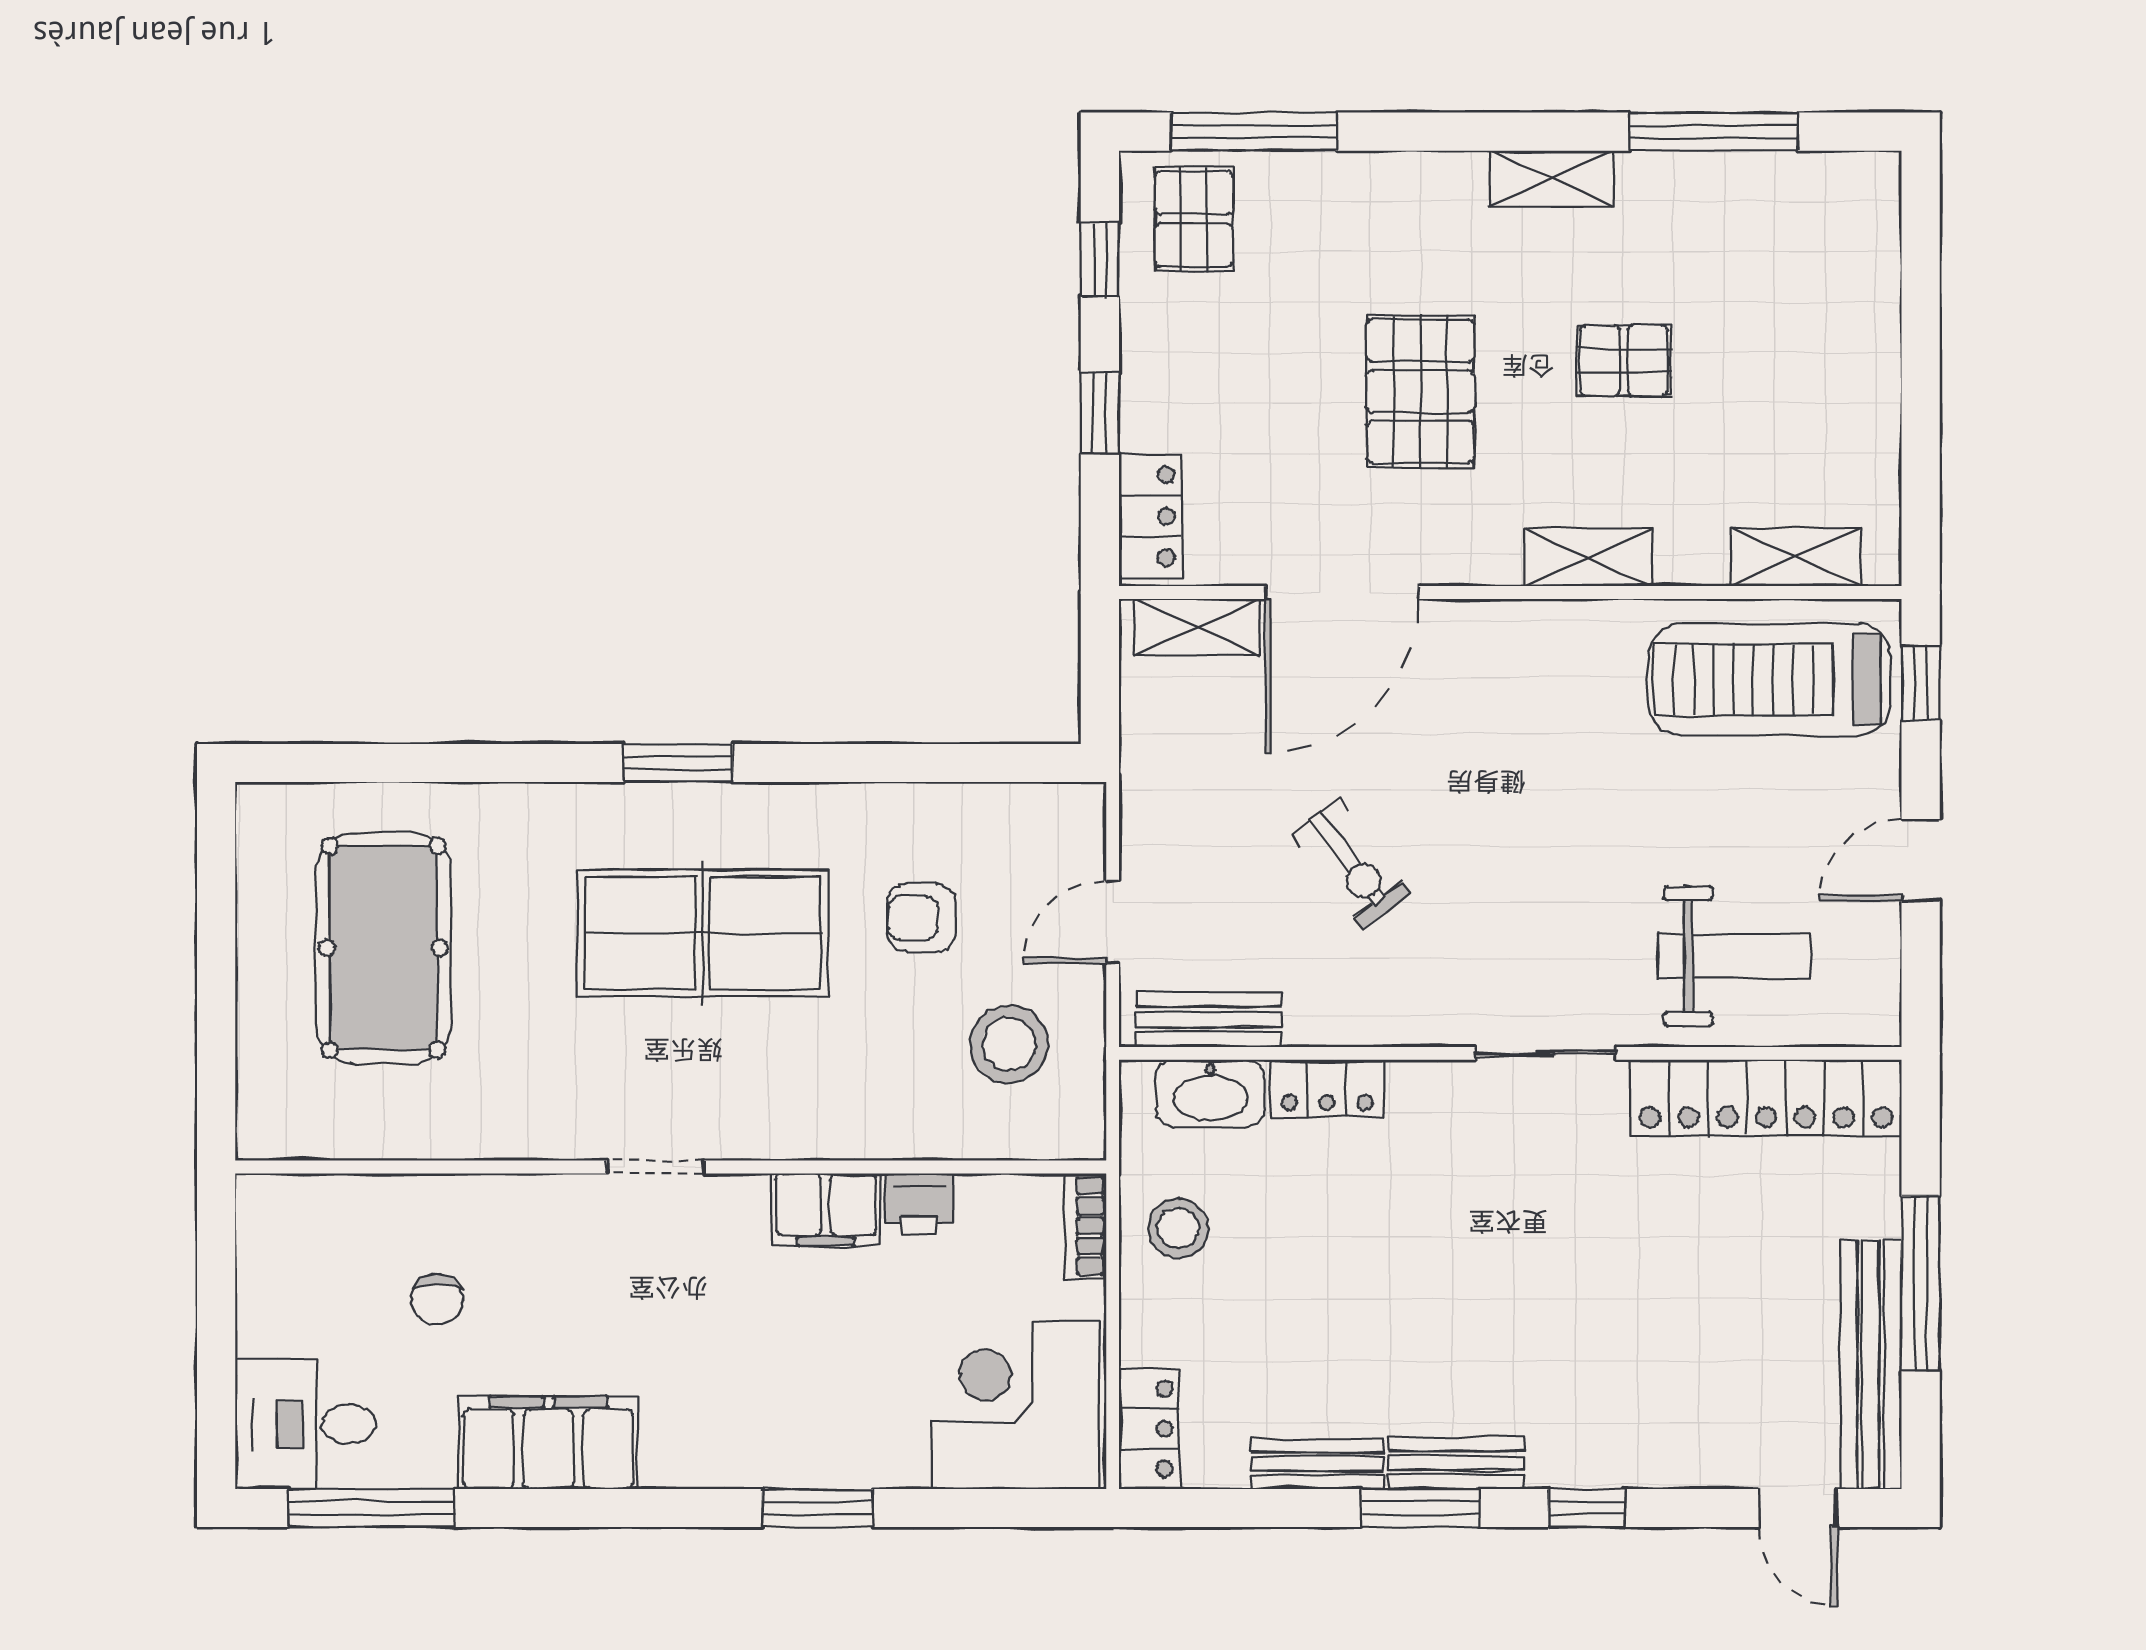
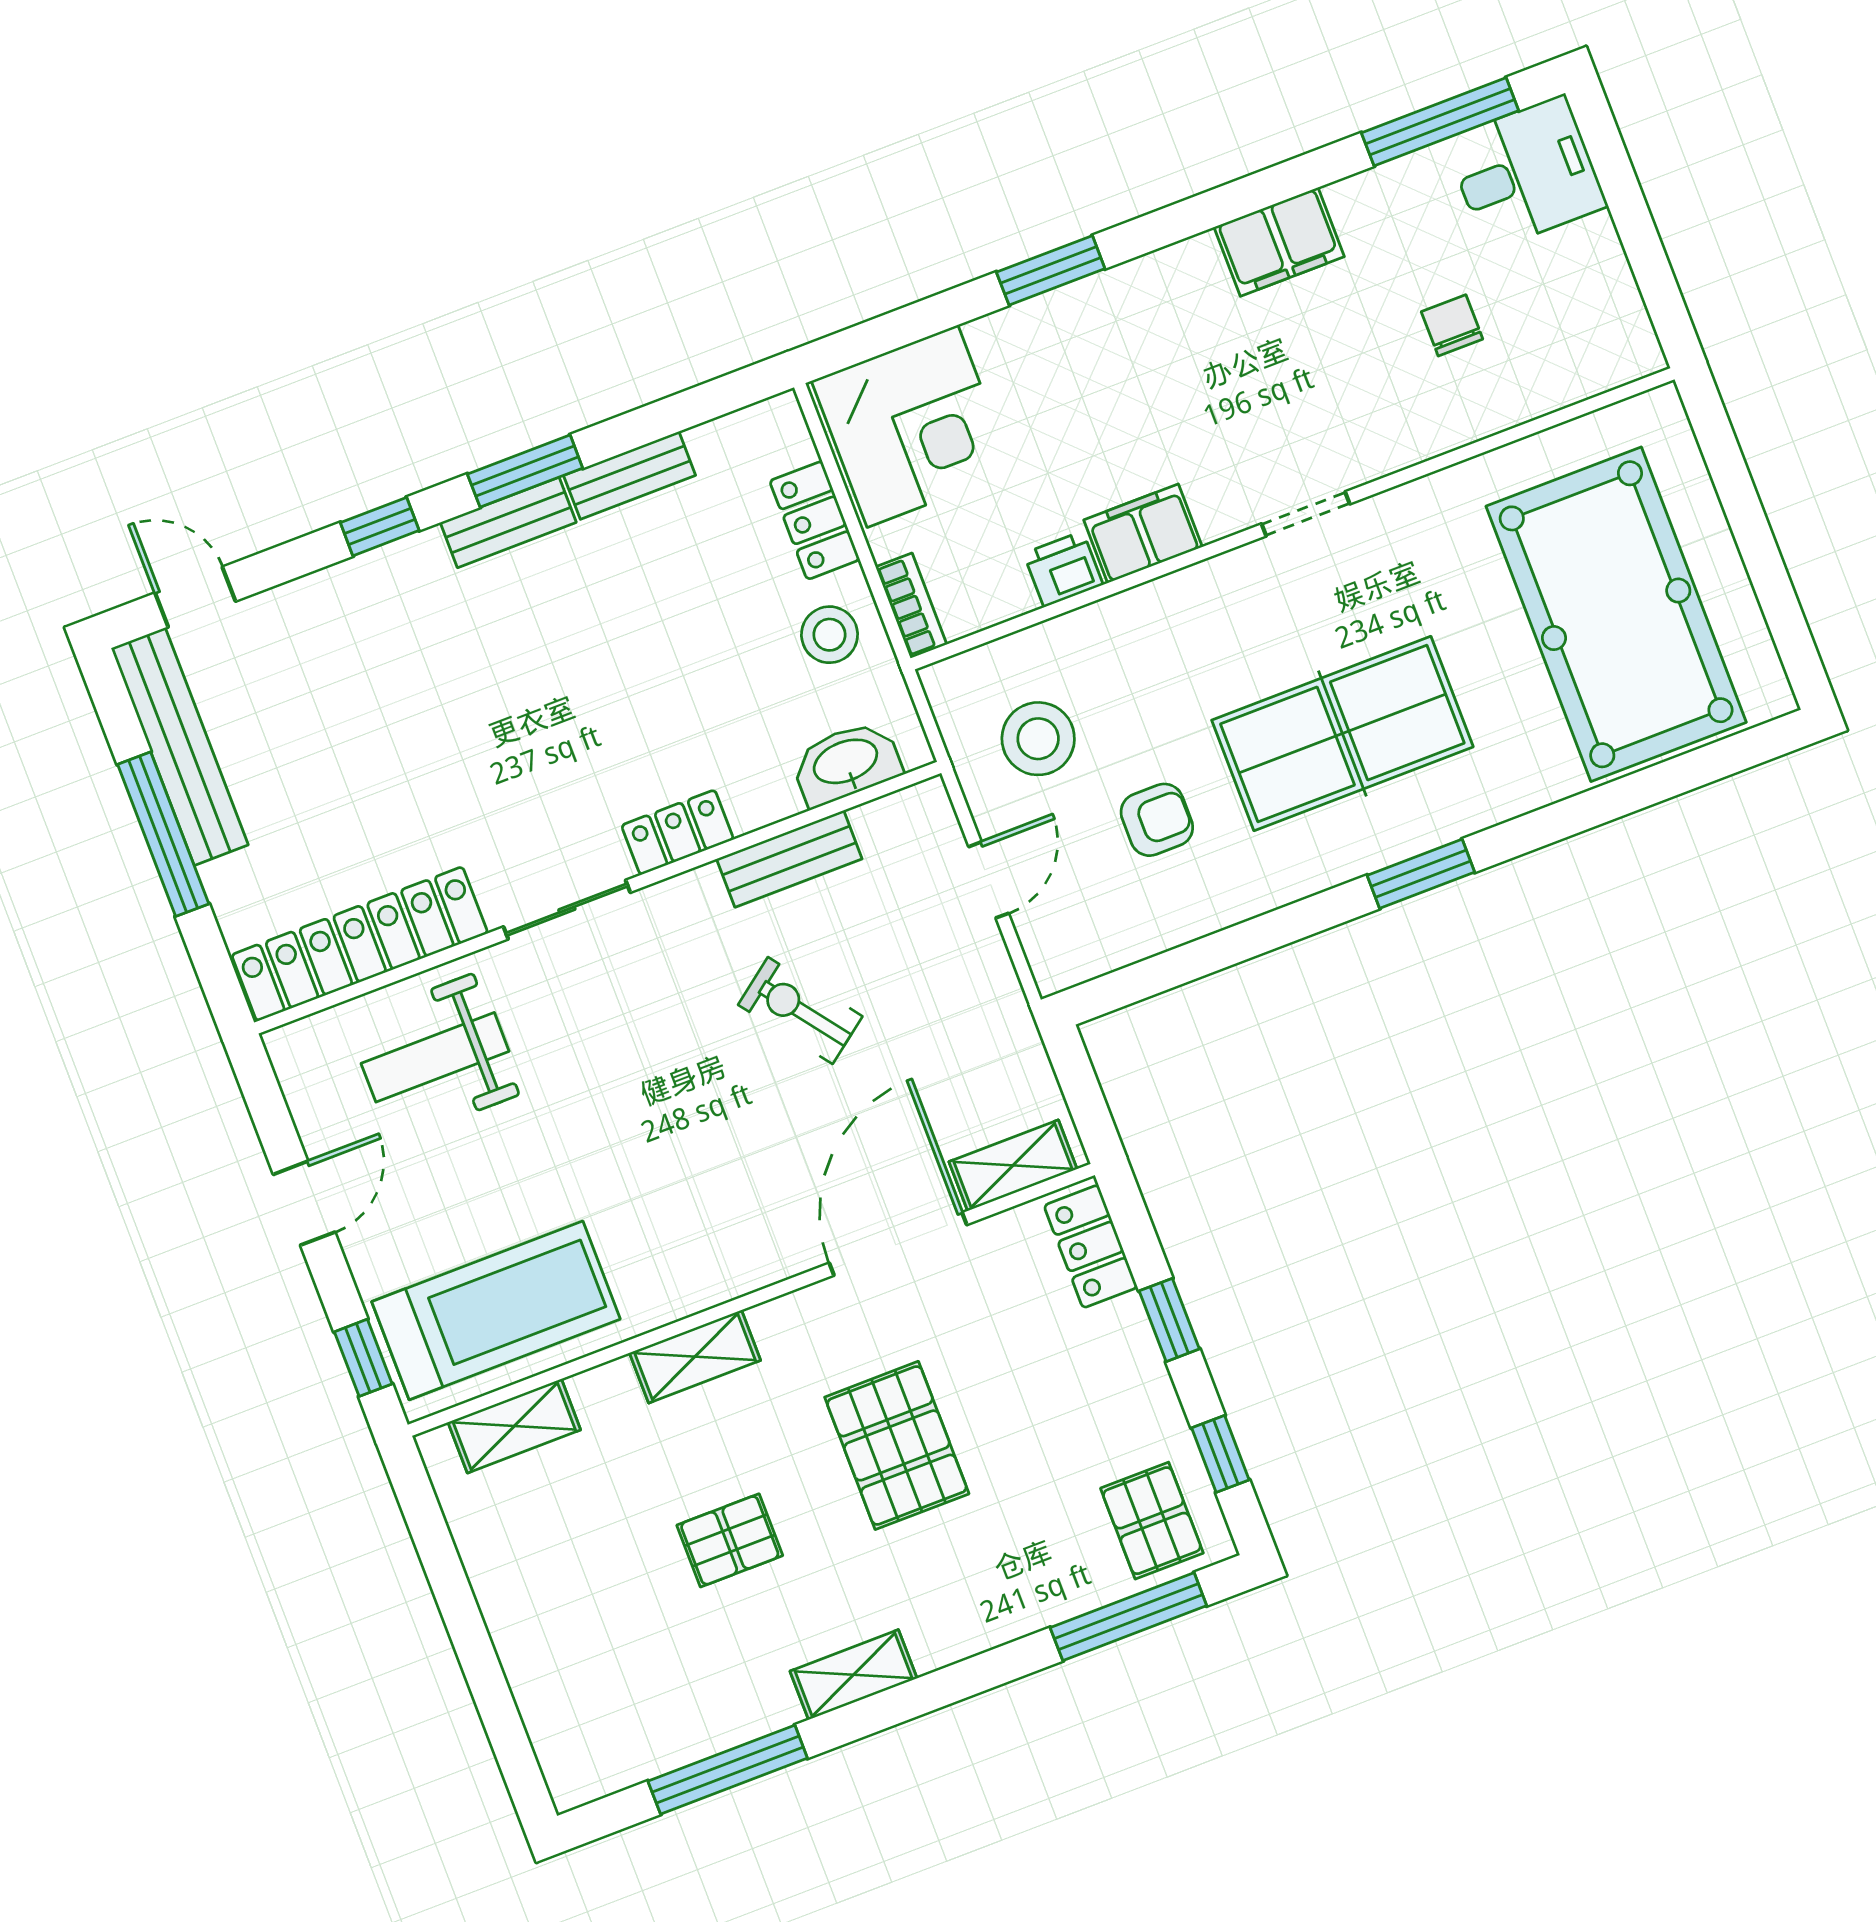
pool table: (383, 948) -> (1616, 614), width x1.36, depth x1.32
bench: (1209, 1019) -> (789, 859), moved
locker: (1327, 1088) -> (678, 832), moved
locker: (1149, 1429) -> (815, 520), moved
filing cabinet: (548, 1443) -> (1279, 242), width x0.67, depth x0.86

